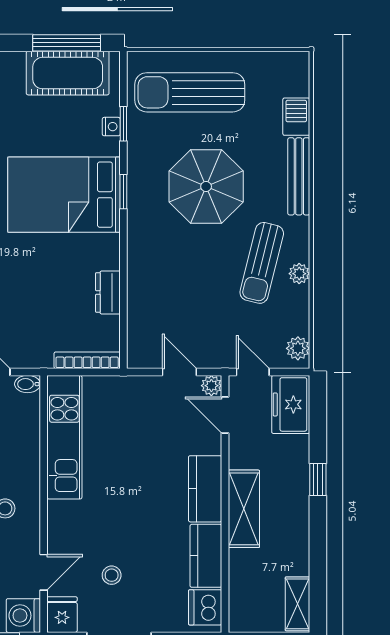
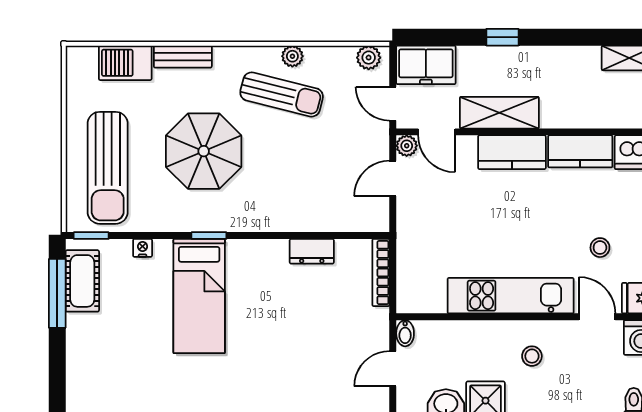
cot: (68, 73) -> (82, 281), width x0.73, depth x0.75
barbecue: (296, 117) -> (125, 63), width x1.38, depth x1.27
window: (123, 124) -> (91, 236), moved
bench: (299, 176) -> (183, 57), width x0.73
bed: (64, 195) -> (199, 296), width x0.67
door: (253, 372) -> (393, 104), hinge flipped
door: (225, 415) -> (437, 132), hinge flipped
kitchen unit: (64, 437) -> (511, 296), moved
shelving: (244, 509) -> (499, 113), moved

